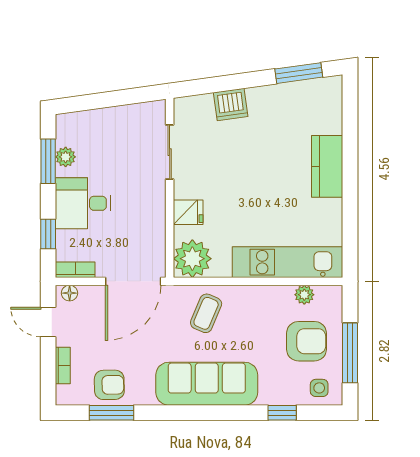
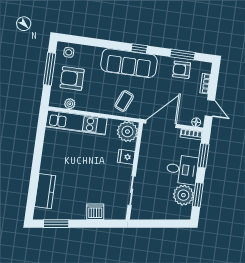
plant: (66, 157) -> (183, 195), width x1.87, depth x1.87
kitchen counter: (327, 166) -> (45, 191), moved
window: (48, 234) -> (203, 156), width x1.50
window: (282, 413) -> (139, 49), moved

